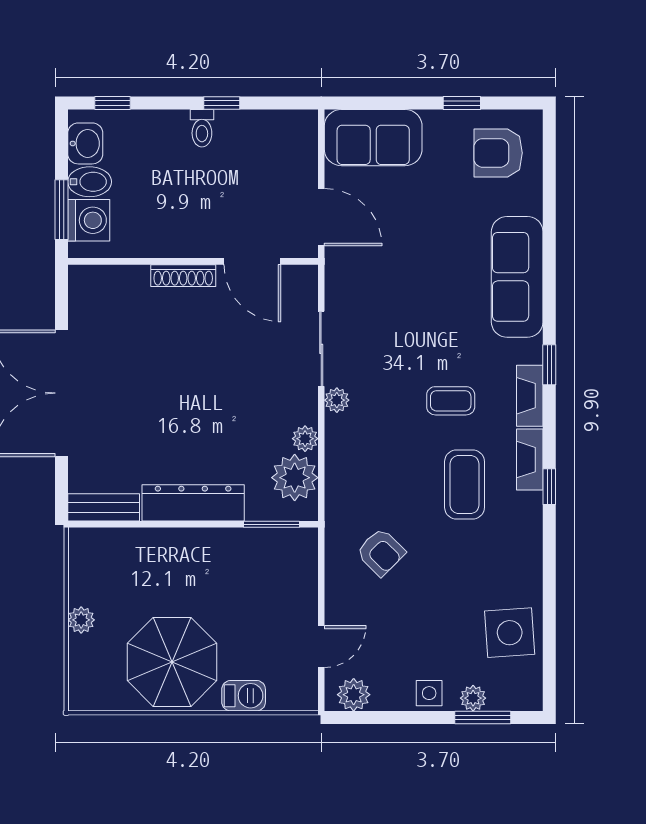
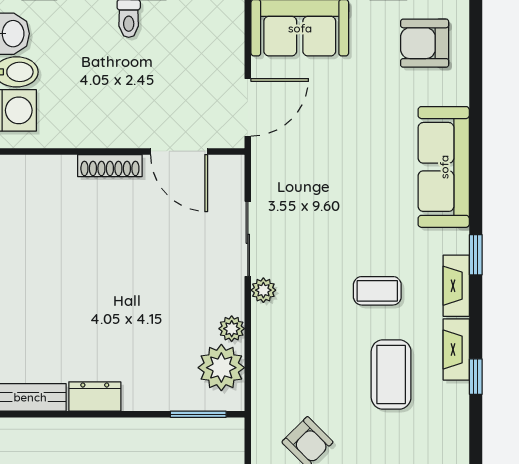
door: (321, 217) -> (248, 107), hinge flipped
dresser: (193, 503) -> (95, 396), width x0.51, depth x0.80

